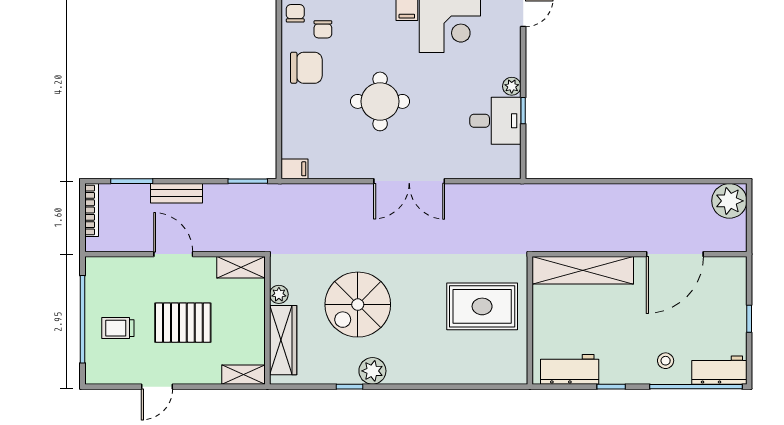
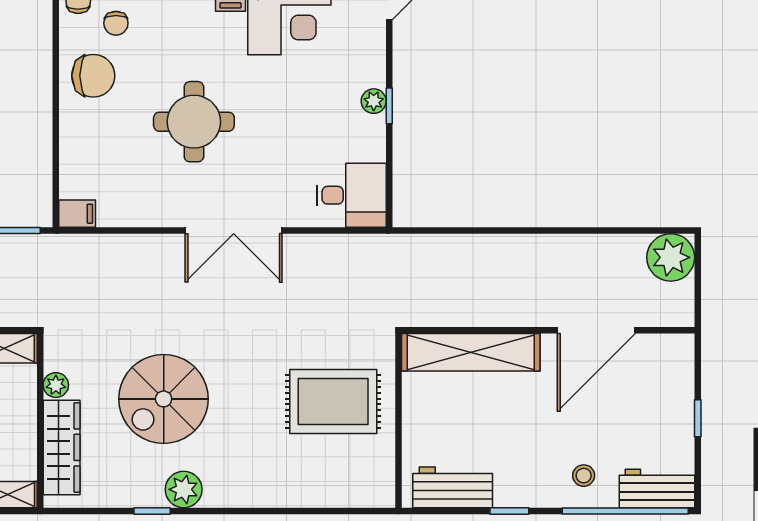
window: (523, 111) -> (389, 106), moved
desk: (495, 121) -> (351, 195), moved

